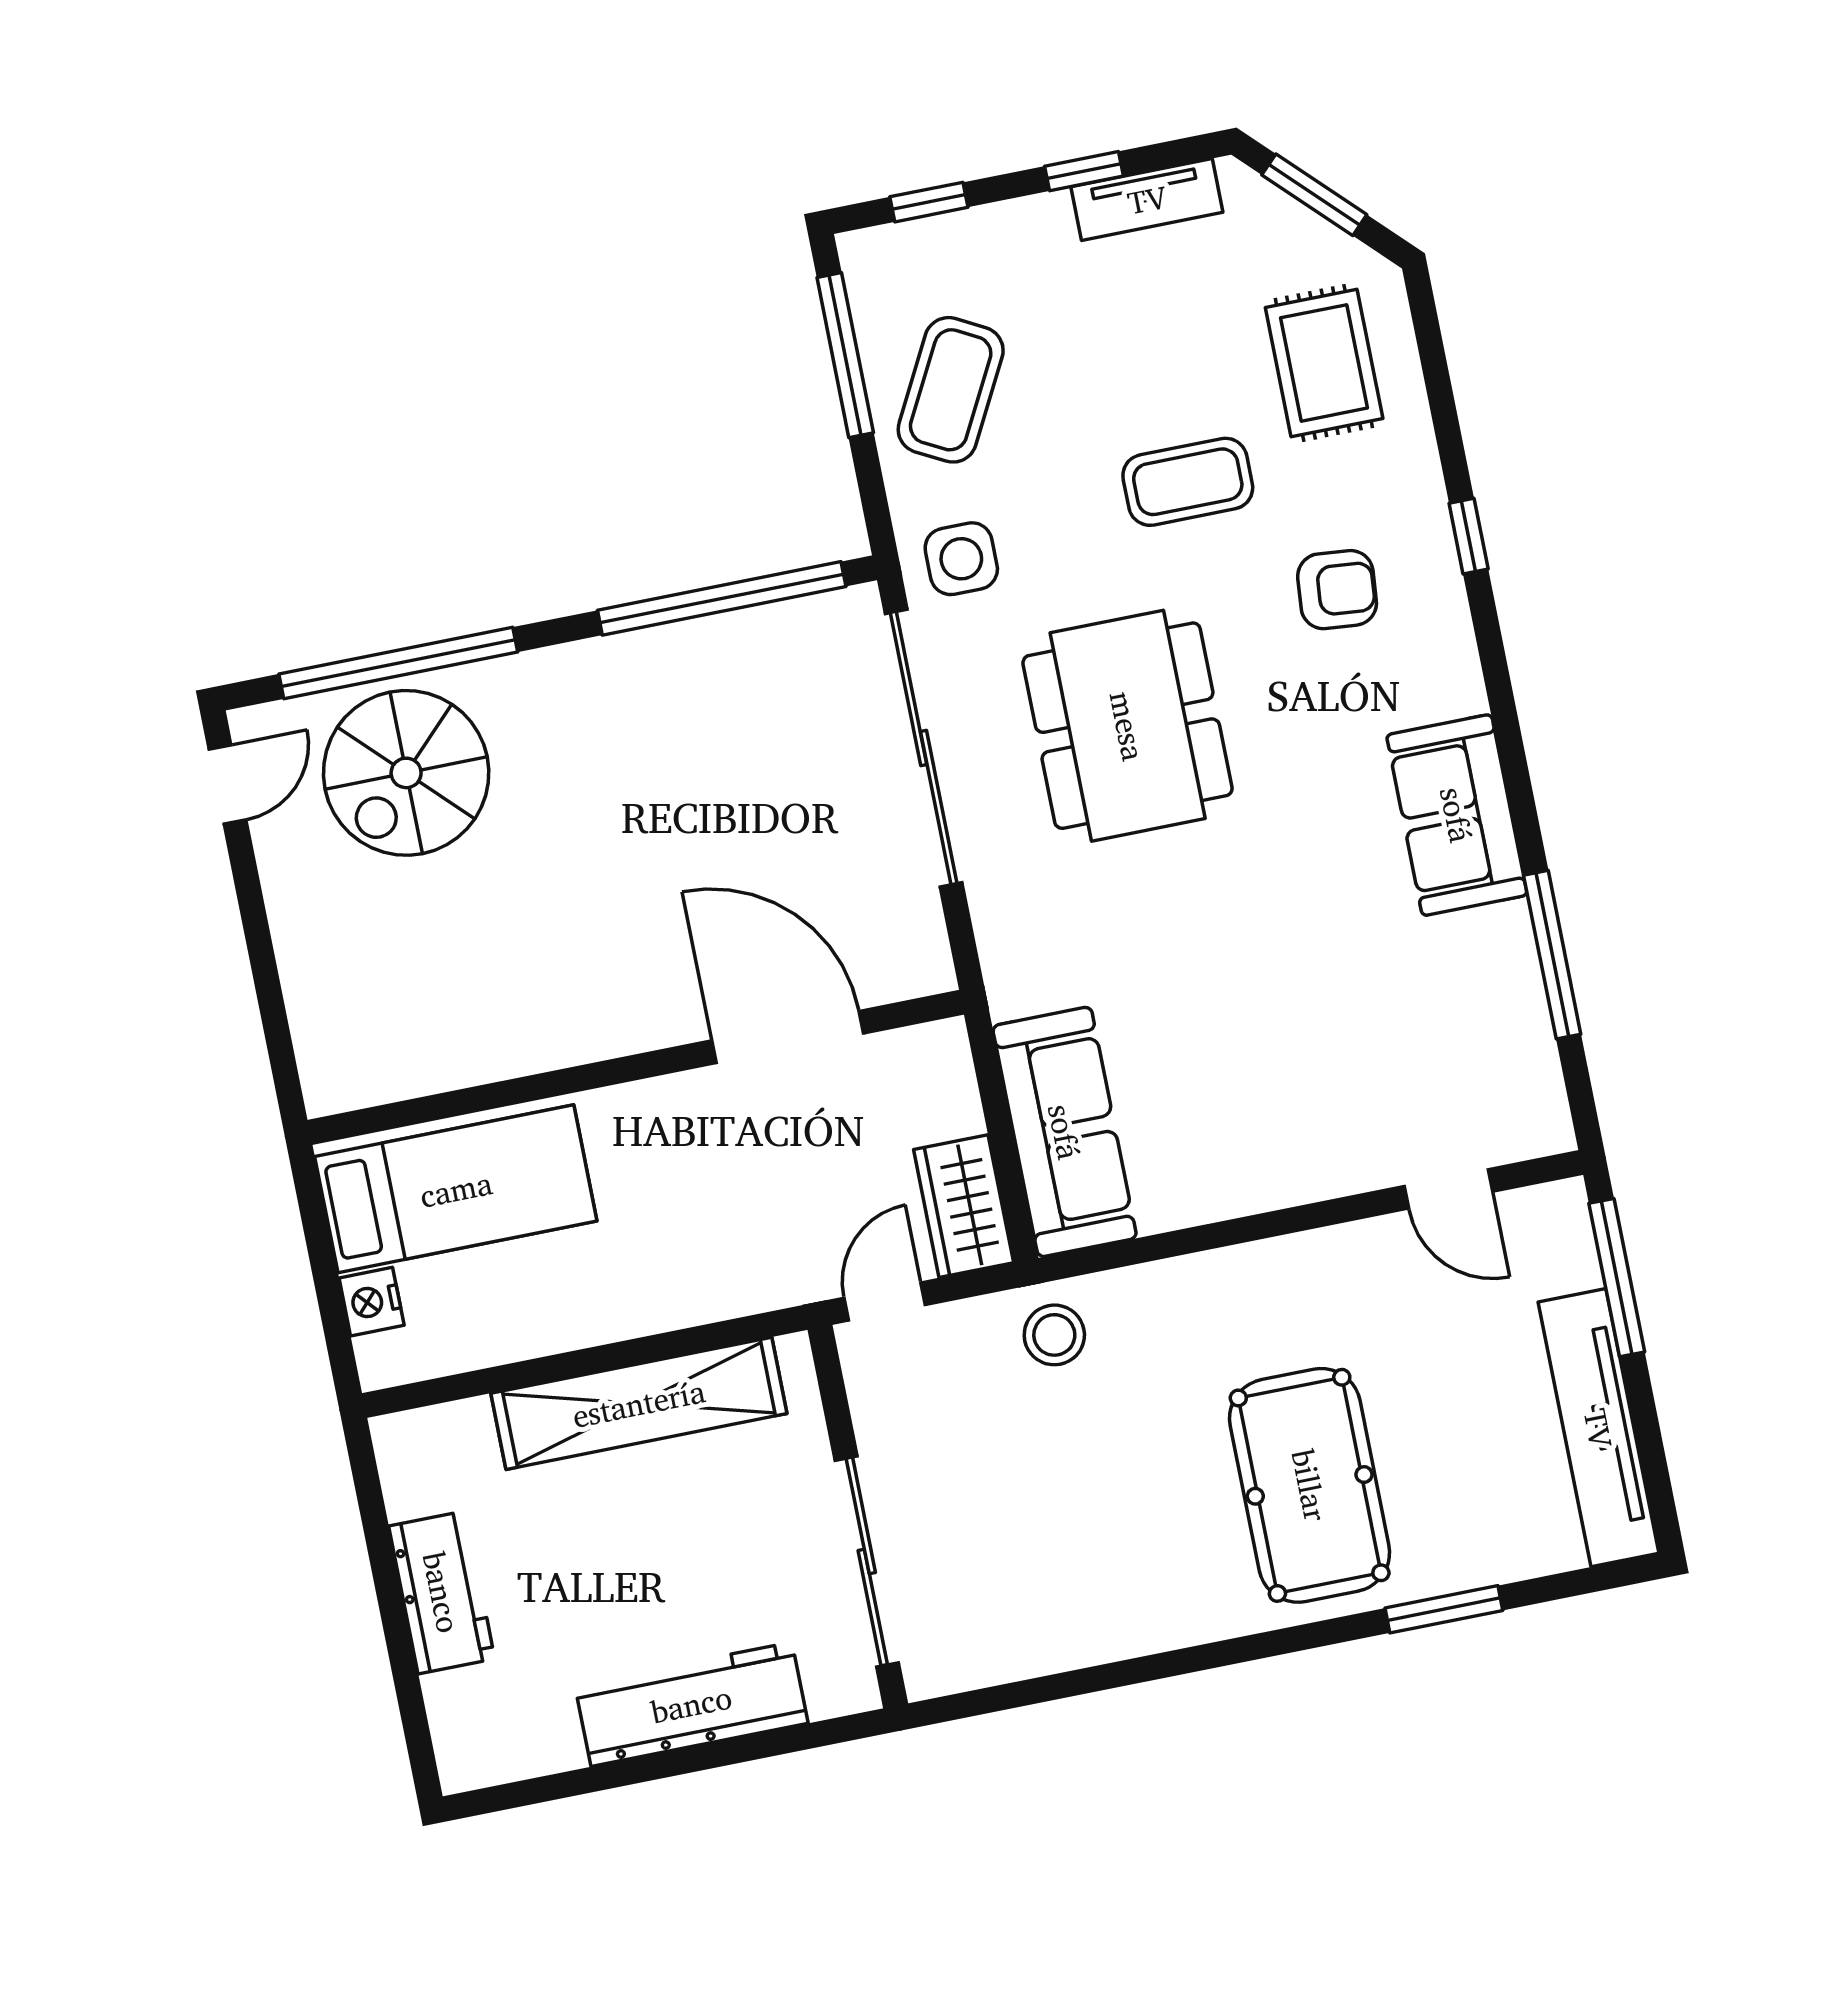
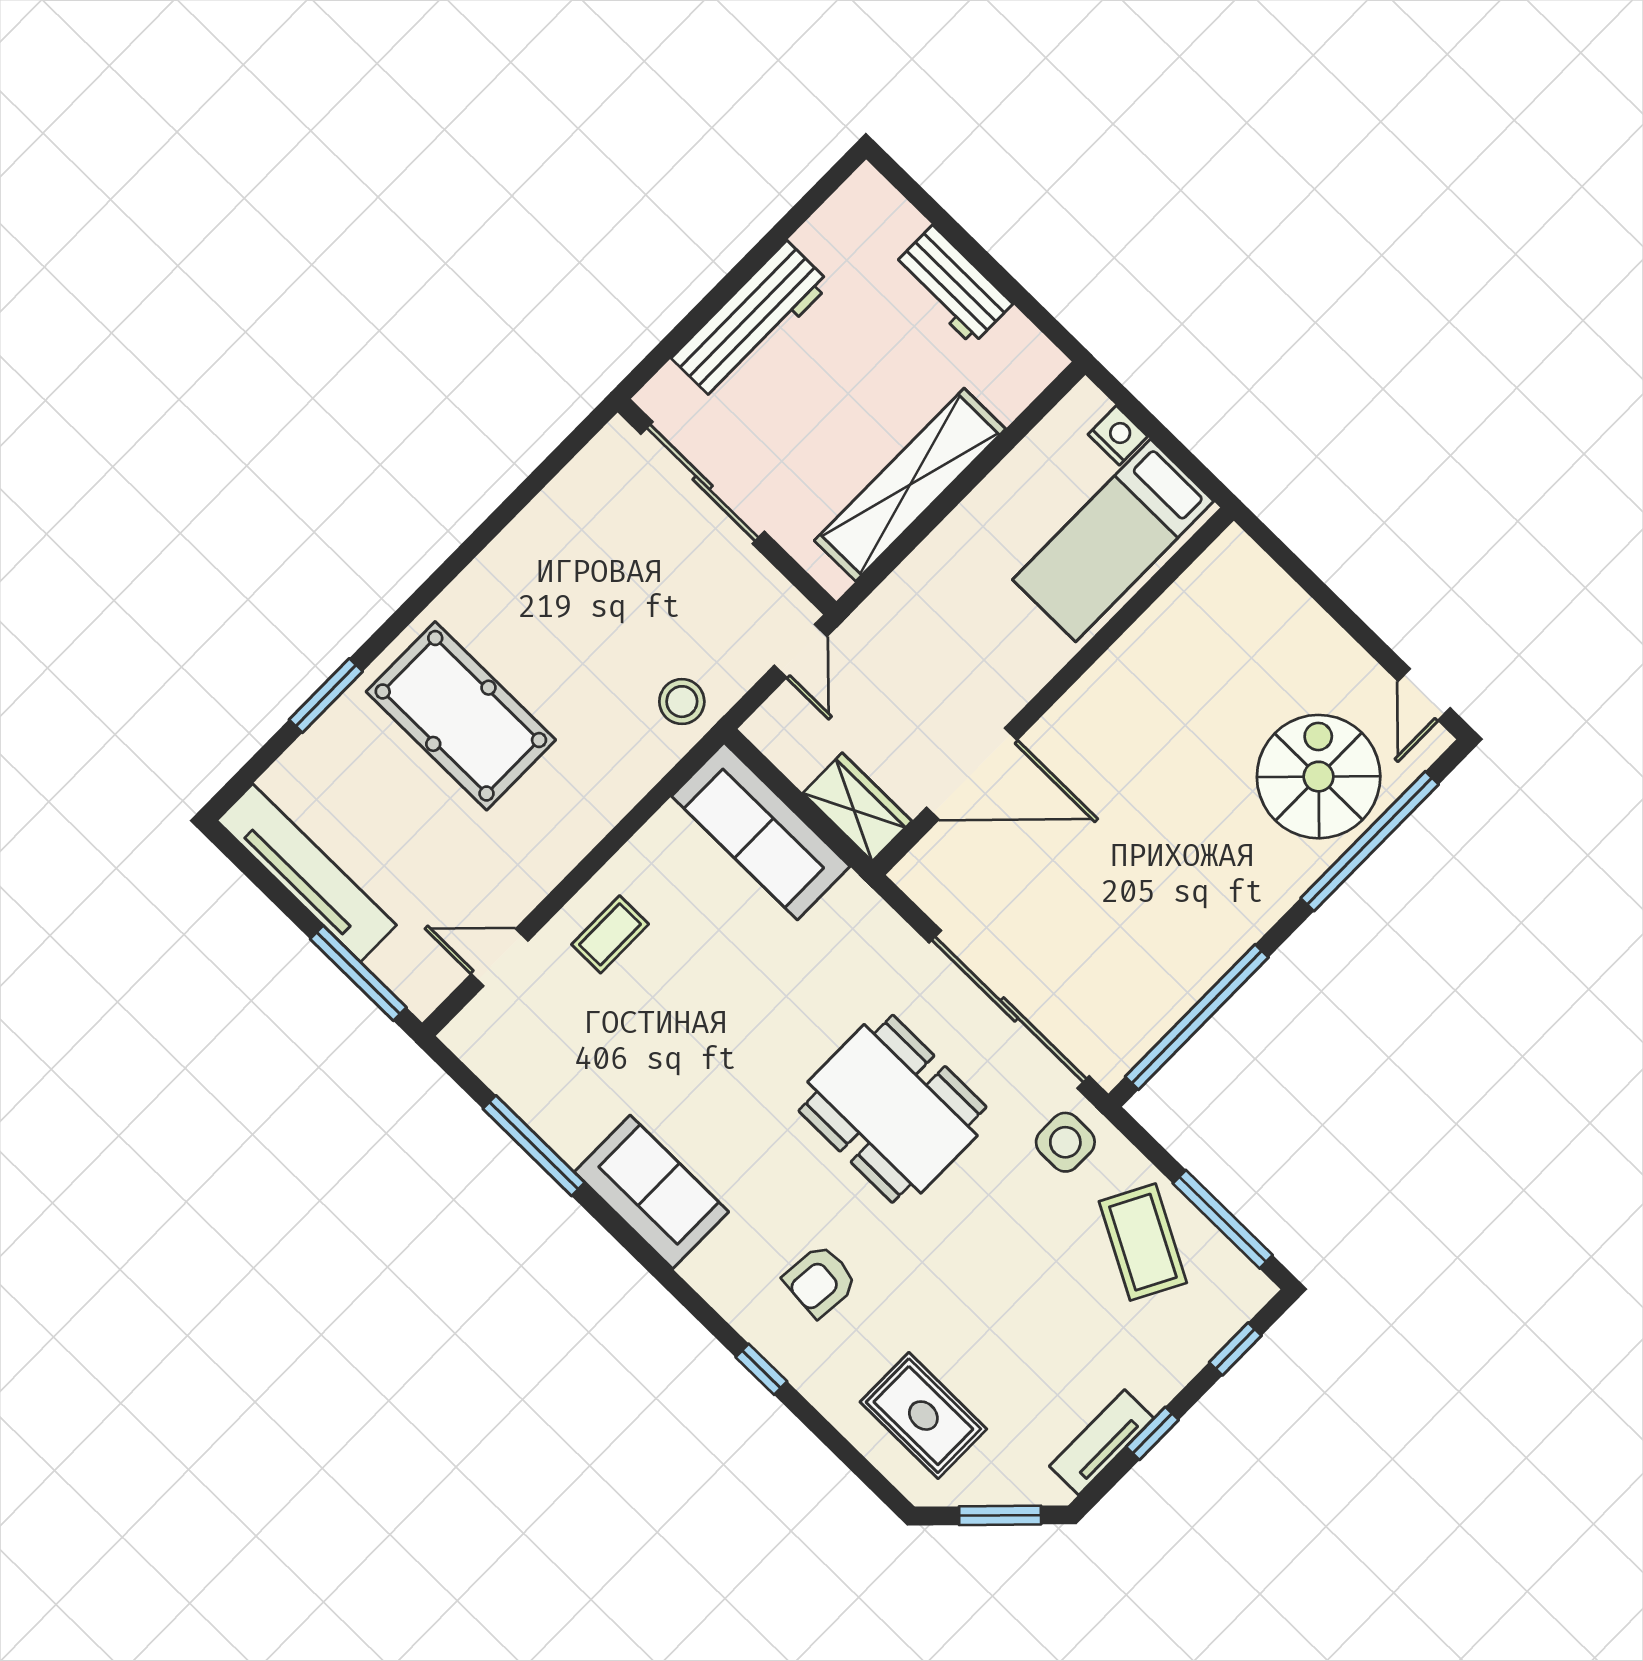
coffee table: (1188, 482) -> (610, 934), moved, width x0.73, depth x0.77
wardrobe: (964, 1206) -> (857, 807), moved

